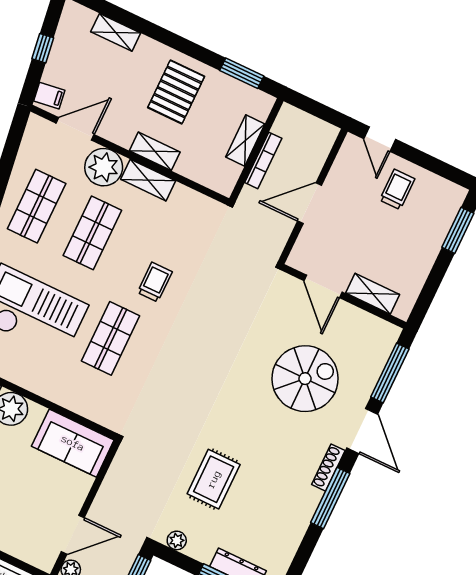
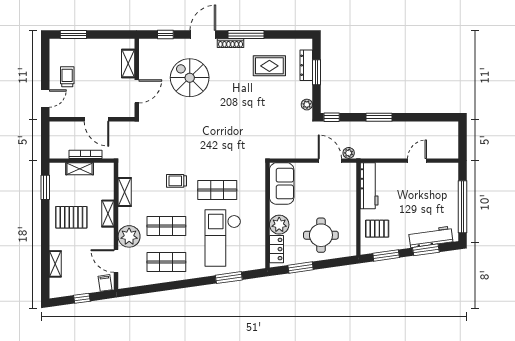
shelving: (148, 180) -> (125, 192), moved
trolley: (397, 189) -> (67, 77), turned 90
window: (390, 373) -> (165, 35), width x0.46
rug: (214, 479) -> (269, 66), moved

